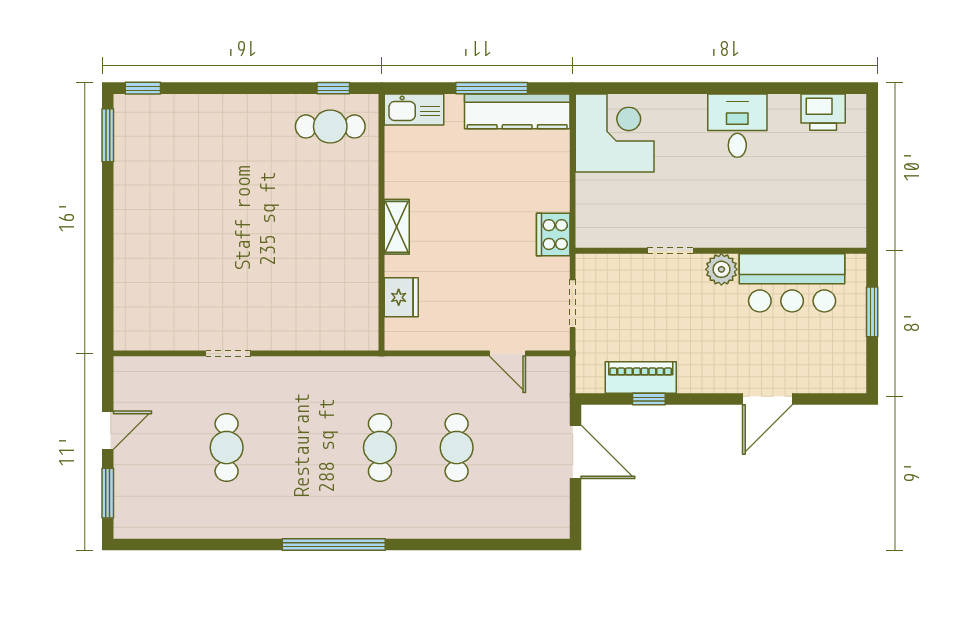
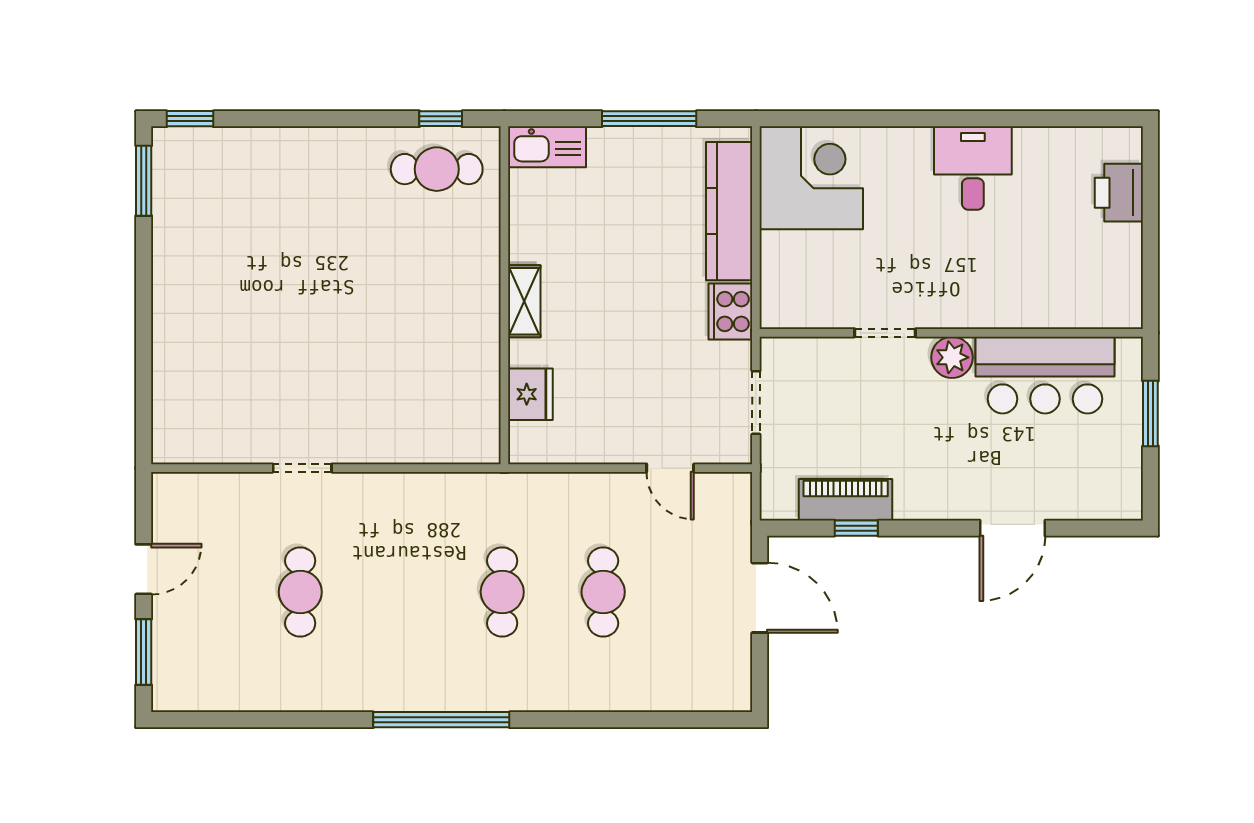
kitchen counter: (517, 111) -> (729, 211), moved, turned 90
printer: (823, 112) -> (1119, 193), moved, turned 90

